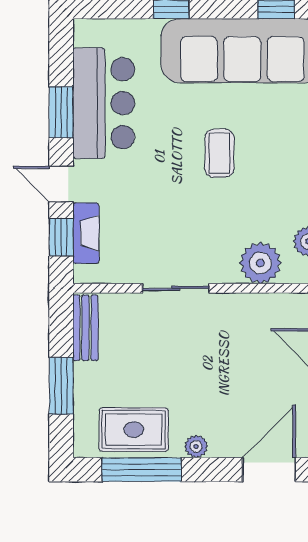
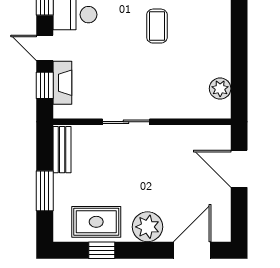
plant: (260, 263) -> (186, 104), removed
plant: (196, 446) -> (147, 227), width x1.87, depth x1.87
window: (142, 470) -> (102, 250), width x0.46

